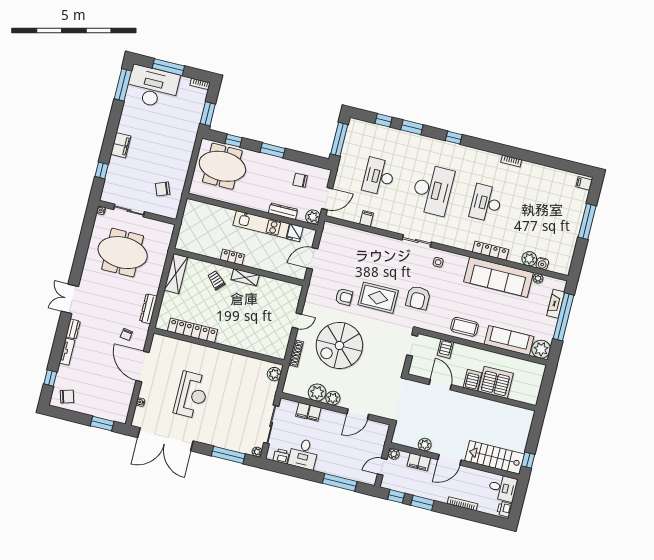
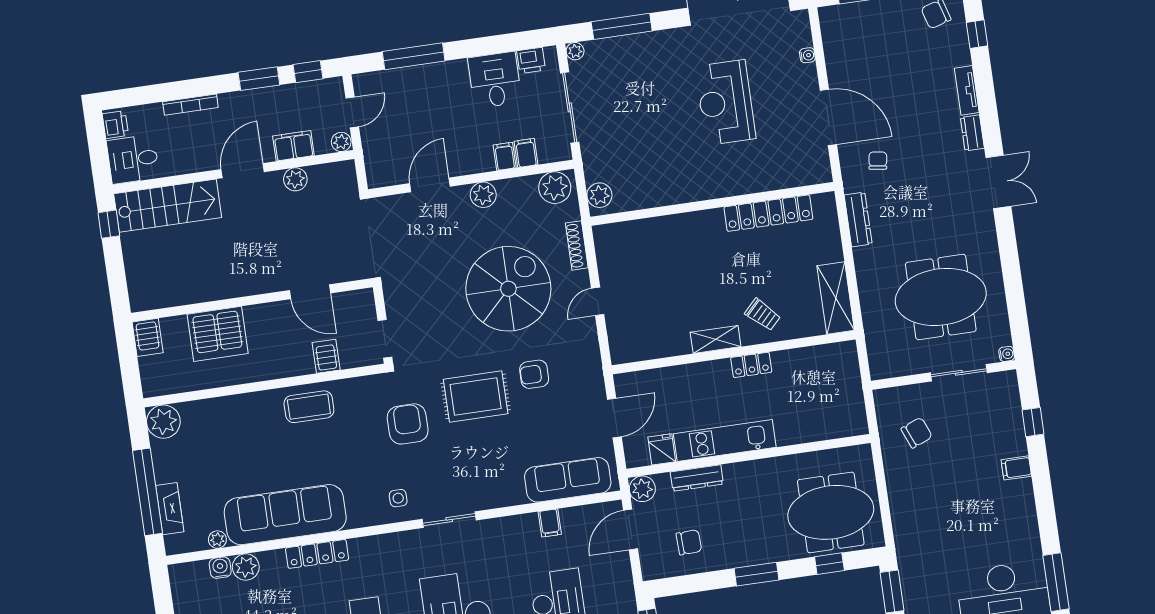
filing cabinet: (121, 145) -> (1016, 468), width x0.50
sofa: (509, 340) -> (568, 480), moved, turned 180
server rack: (472, 380) -> (148, 337), moved
plant: (317, 392) -> (555, 188), moved

